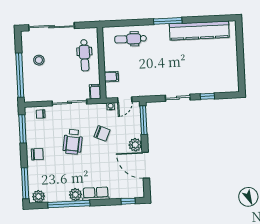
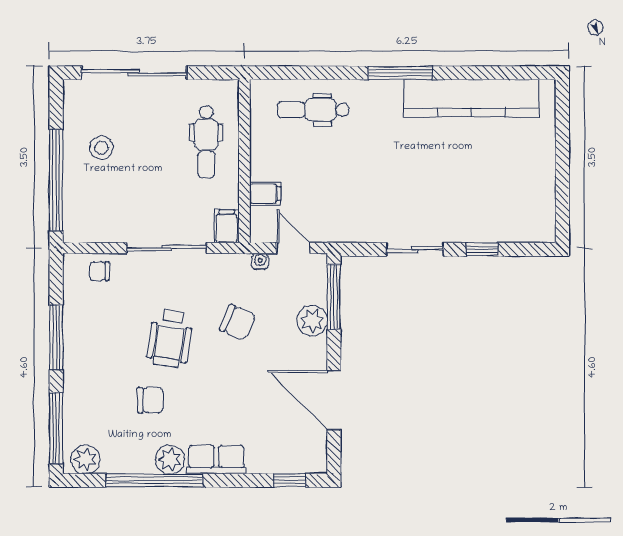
door: (125, 100) -> (293, 248), swing flipped
window: (22, 129) -> (56, 337), moved
plant: (135, 145) -> (312, 321), moved
chair: (37, 154) -> (150, 400), moved

